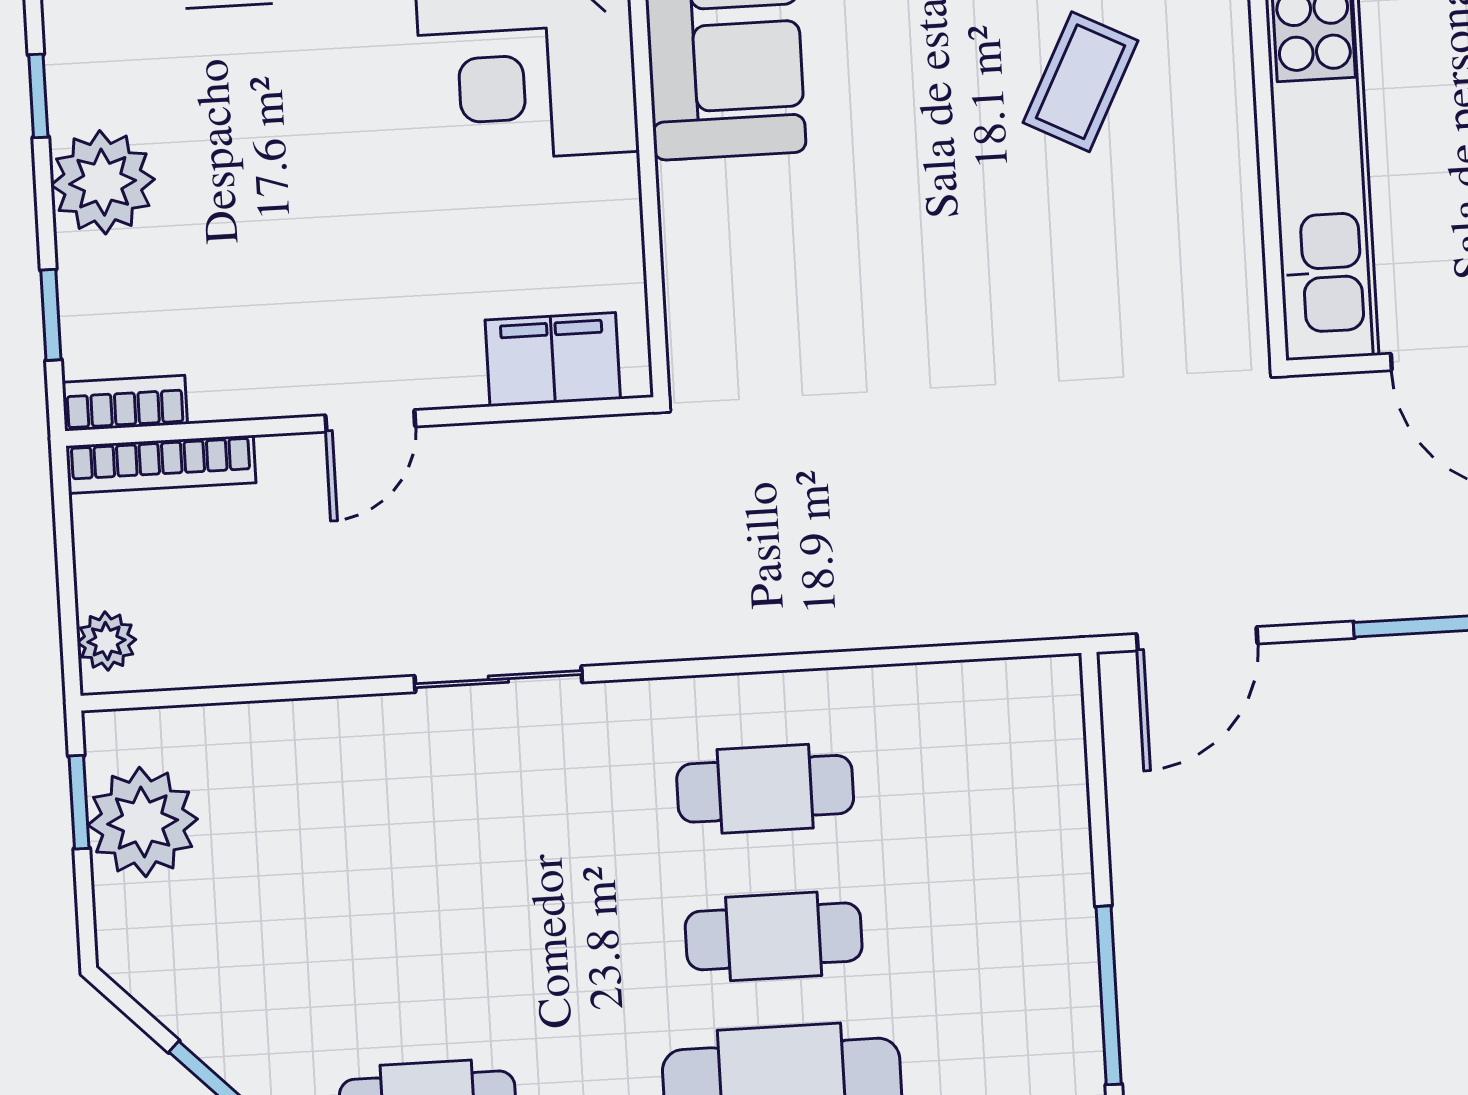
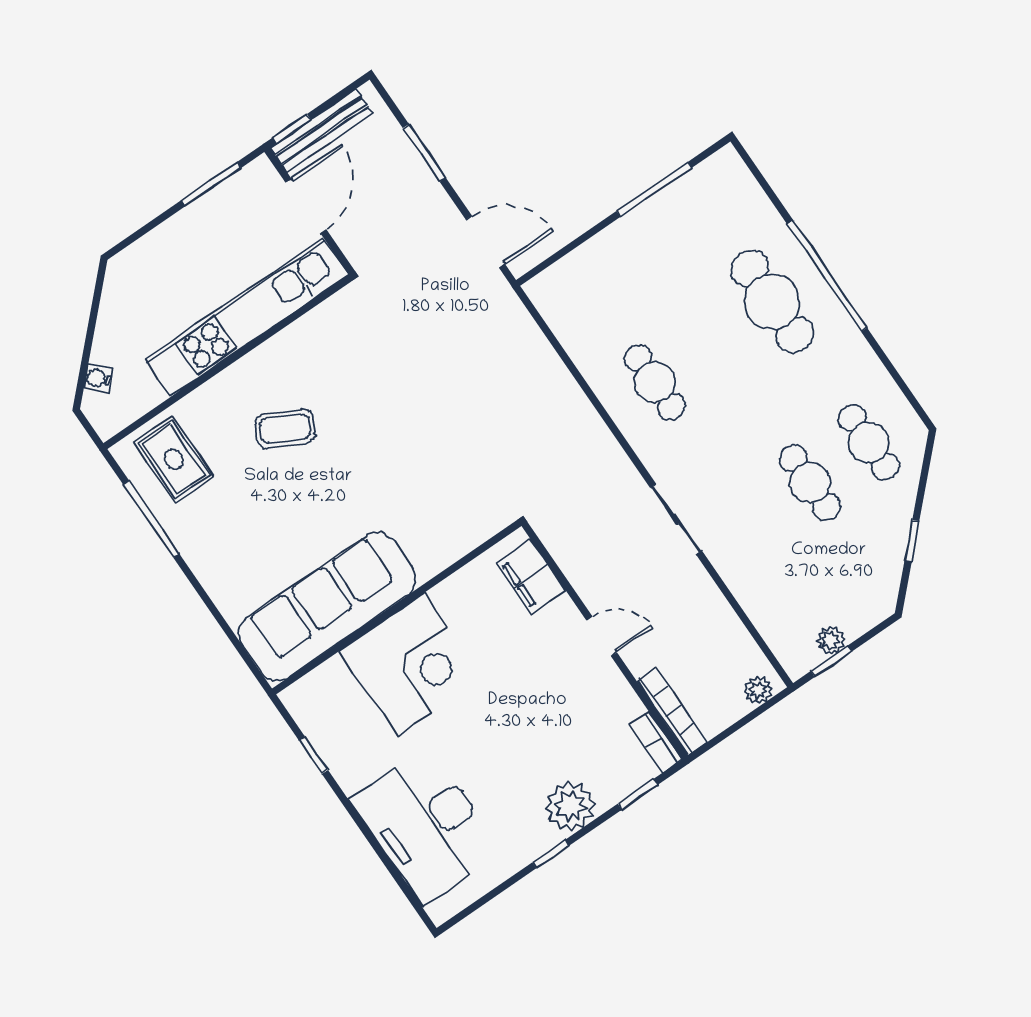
plant: (143, 822) -> (831, 640), width x0.53, depth x0.53
cafe table: (774, 936) -> (810, 483), moved

